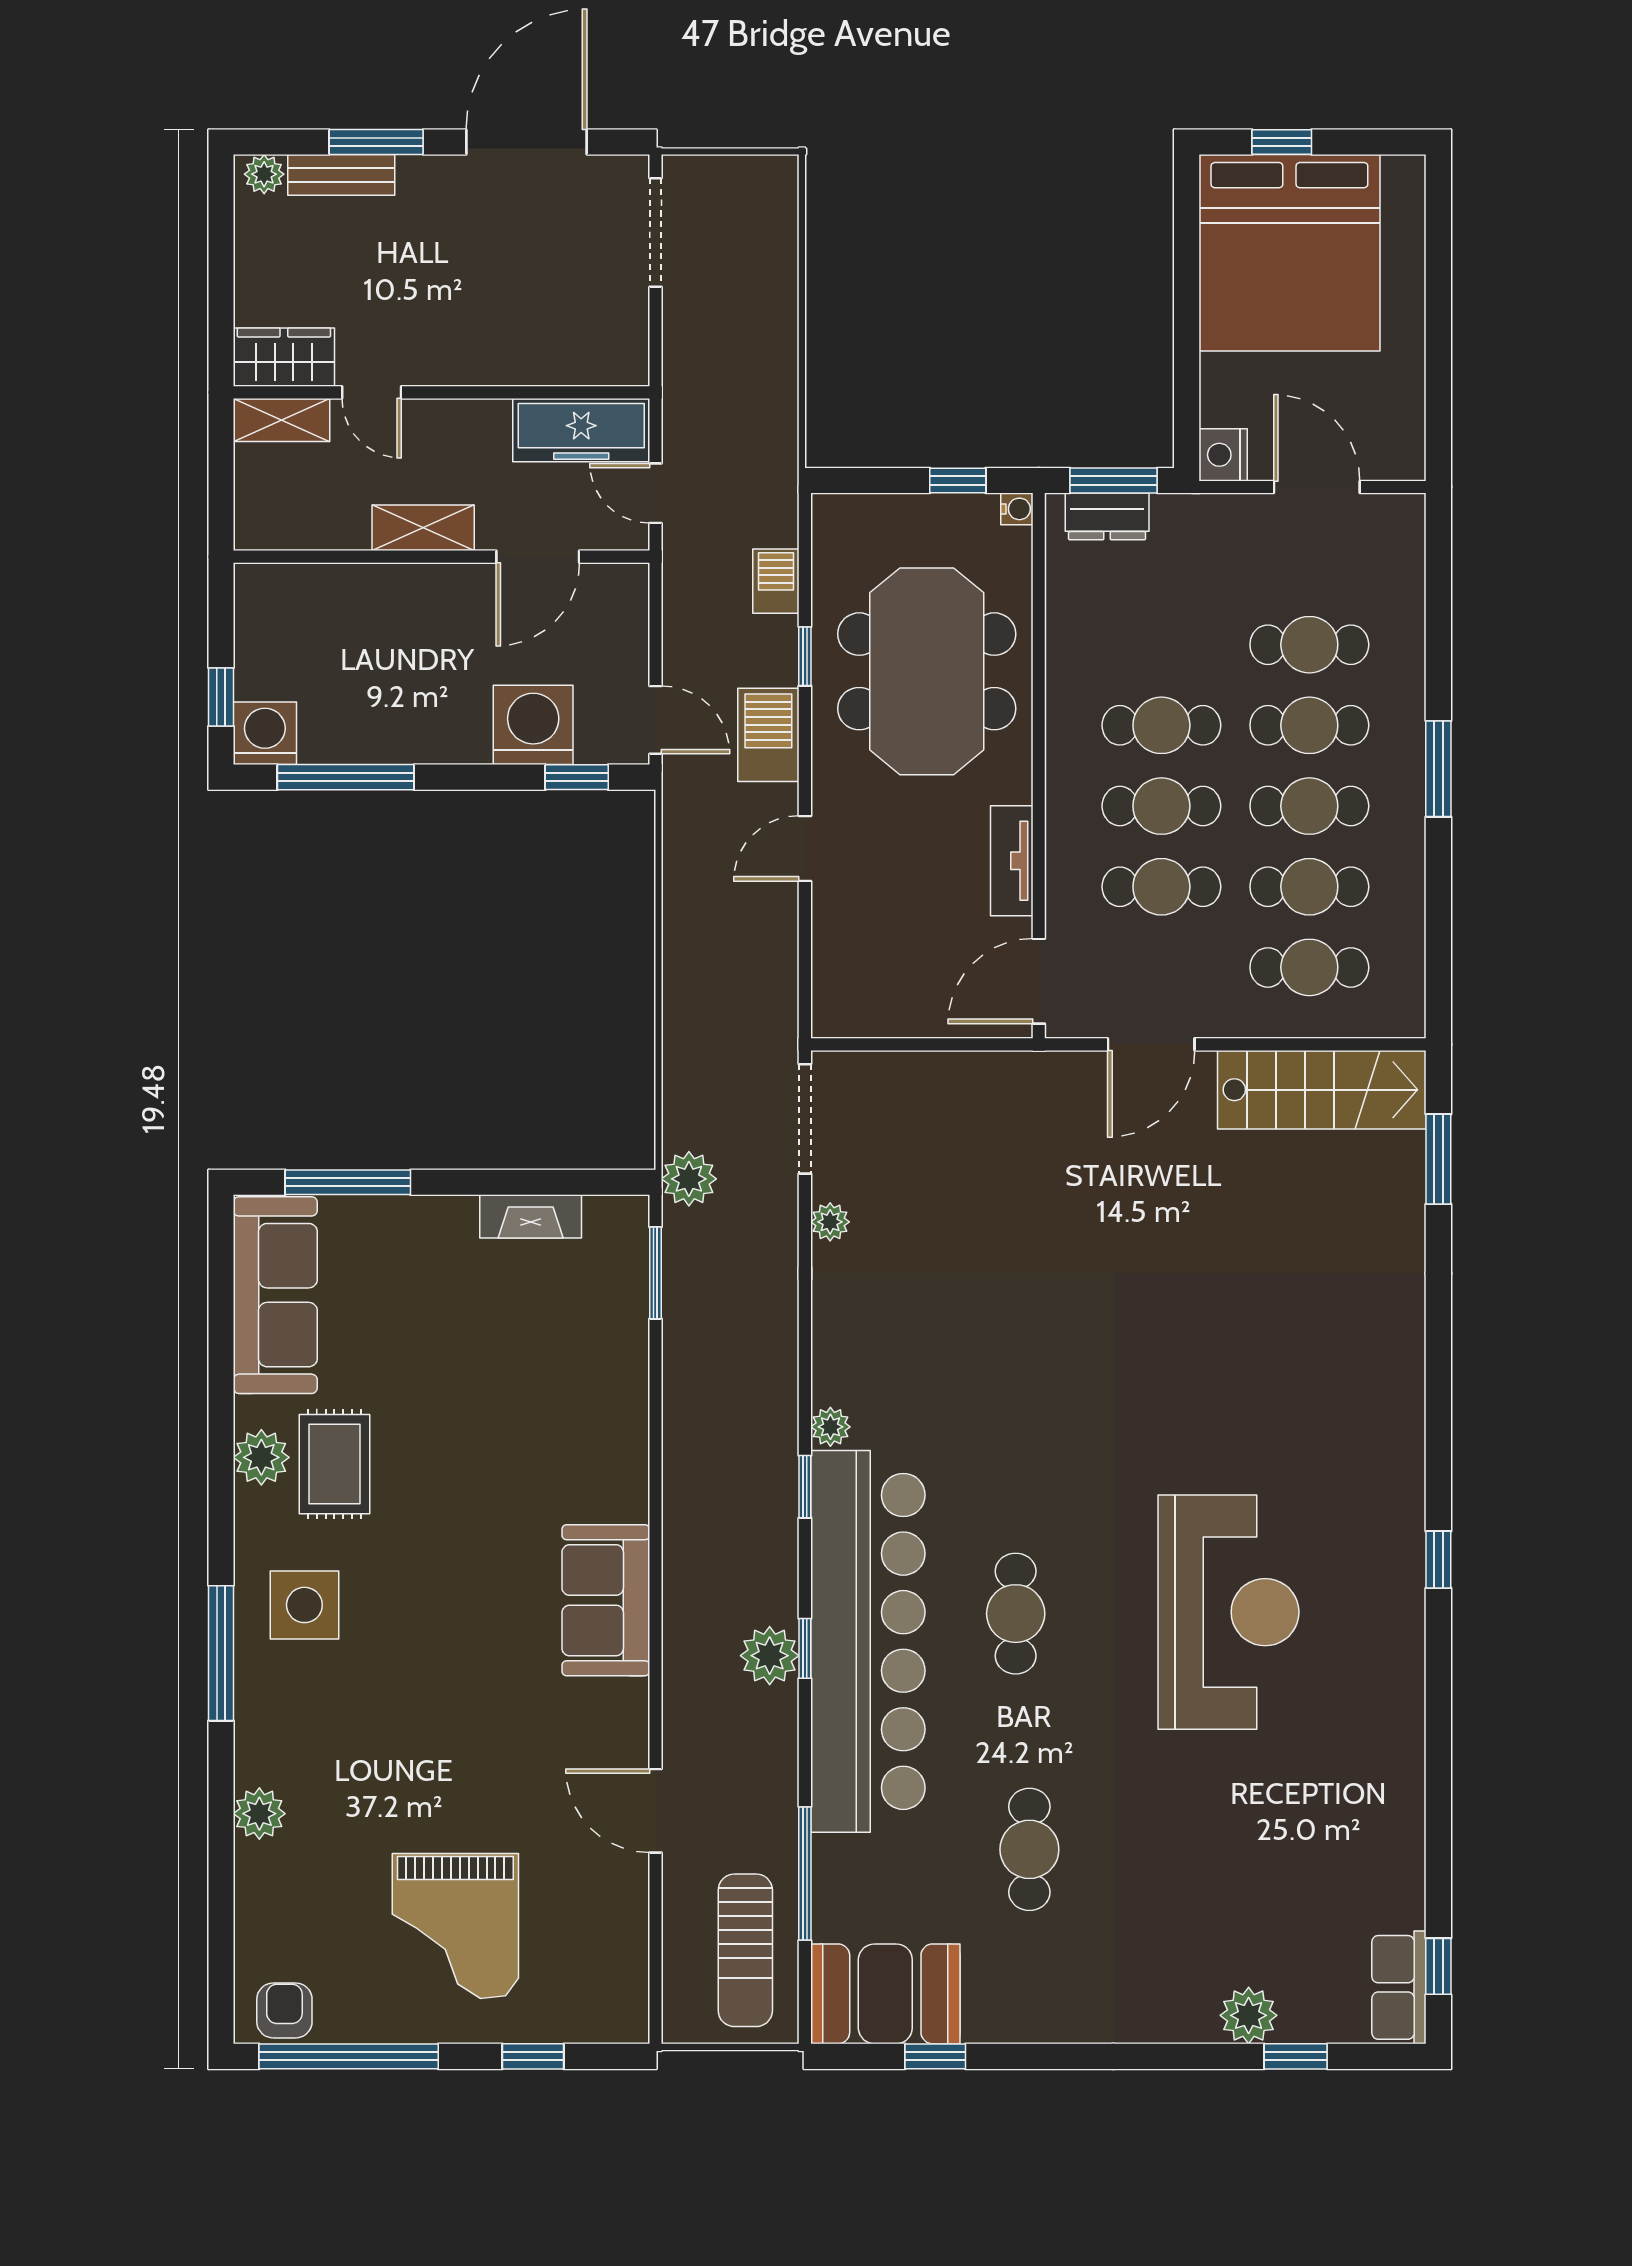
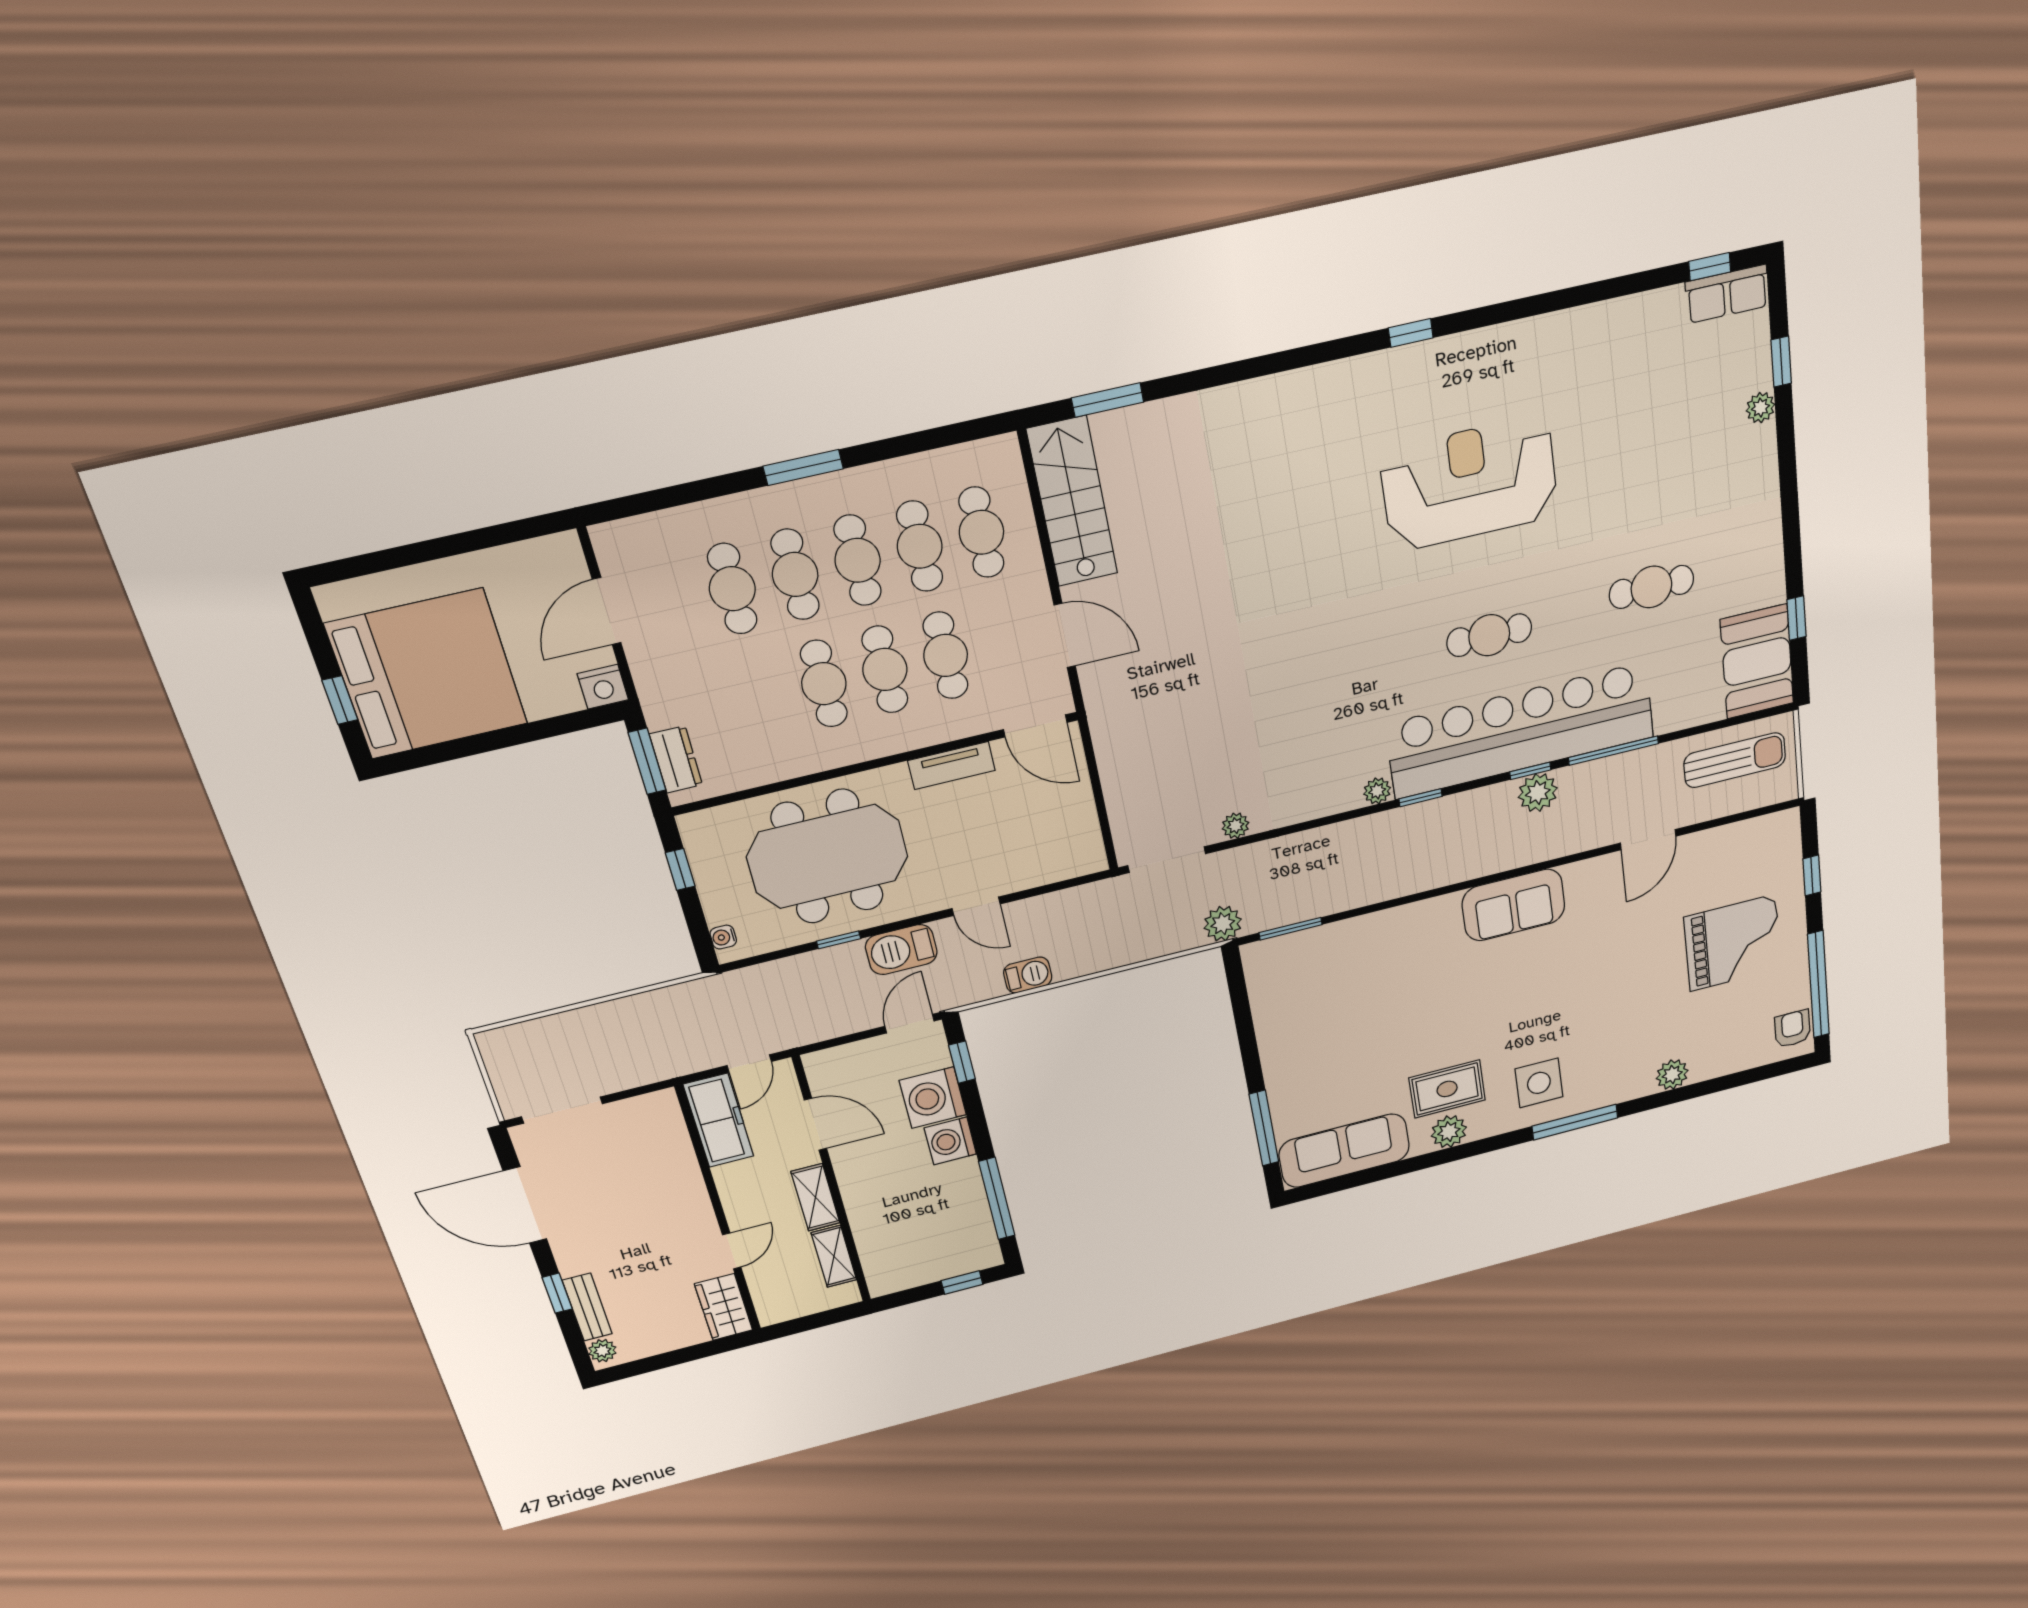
window: (376, 142) -> (557, 1293), width x0.67
shelving: (282, 420) -> (834, 1256), moved
water cooler: (1017, 509) -> (723, 937), moved, turned -90
barbecue: (776, 581) -> (1028, 975), moved, turned 180
washing machine: (265, 733) -> (950, 1141), moved
fireplace: (531, 1216) -> (1266, 1015), removed
window: (805, 1874) -> (1613, 751), moved
armchair: (284, 2010) -> (1792, 1029), turned 90
plant: (1249, 2015) -> (1760, 408), width x0.73, depth x0.73

